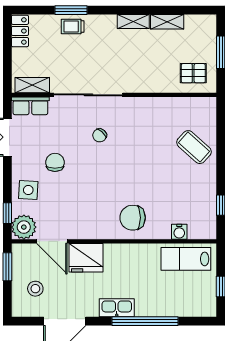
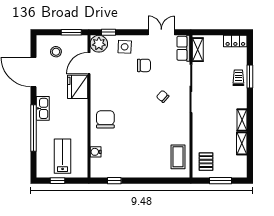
coffee table: (194, 147) -> (178, 157), moved, turned -42
lab bench: (186, 259) -> (63, 156), moved

